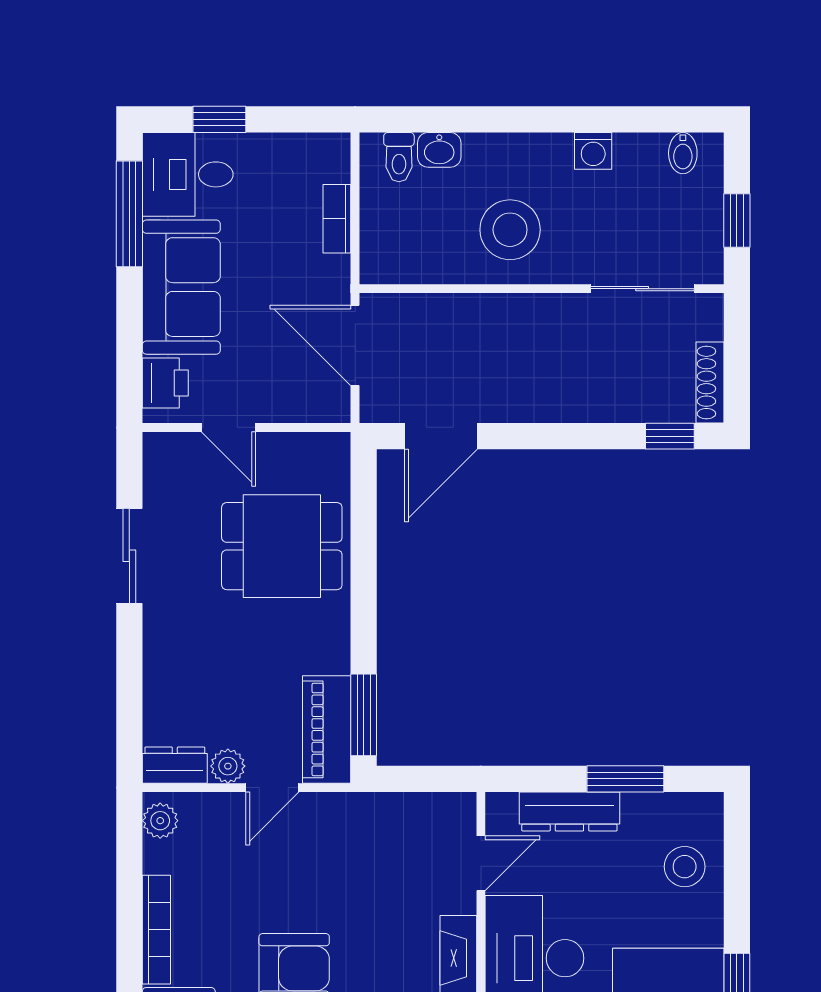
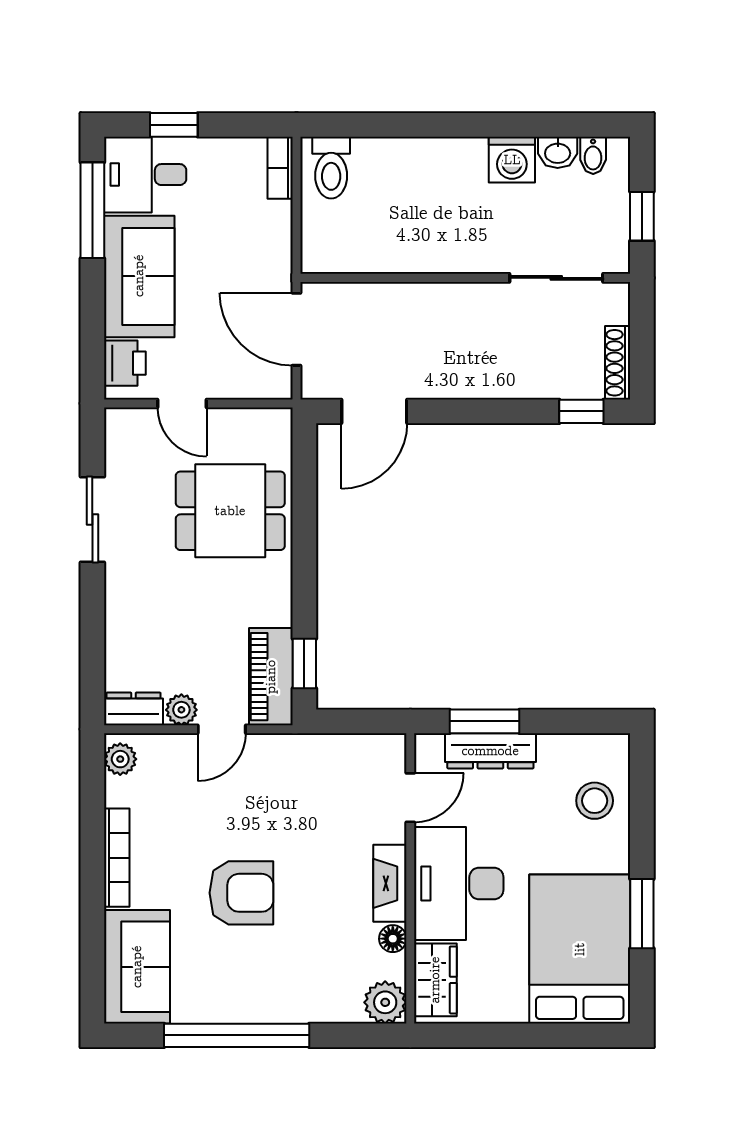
washbasin: (439, 150) -> (558, 152), moved
washing machine: (593, 151) -> (512, 160), width x1.38, depth x1.38
toilet: (399, 157) -> (331, 168), width x1.37, depth x1.39
bookcase: (337, 219) -> (280, 168), moved
stool: (510, 230) -> (437, 225), removed
window: (364, 715) -> (304, 663), width x0.67
window: (625, 779) -> (485, 721), moved

